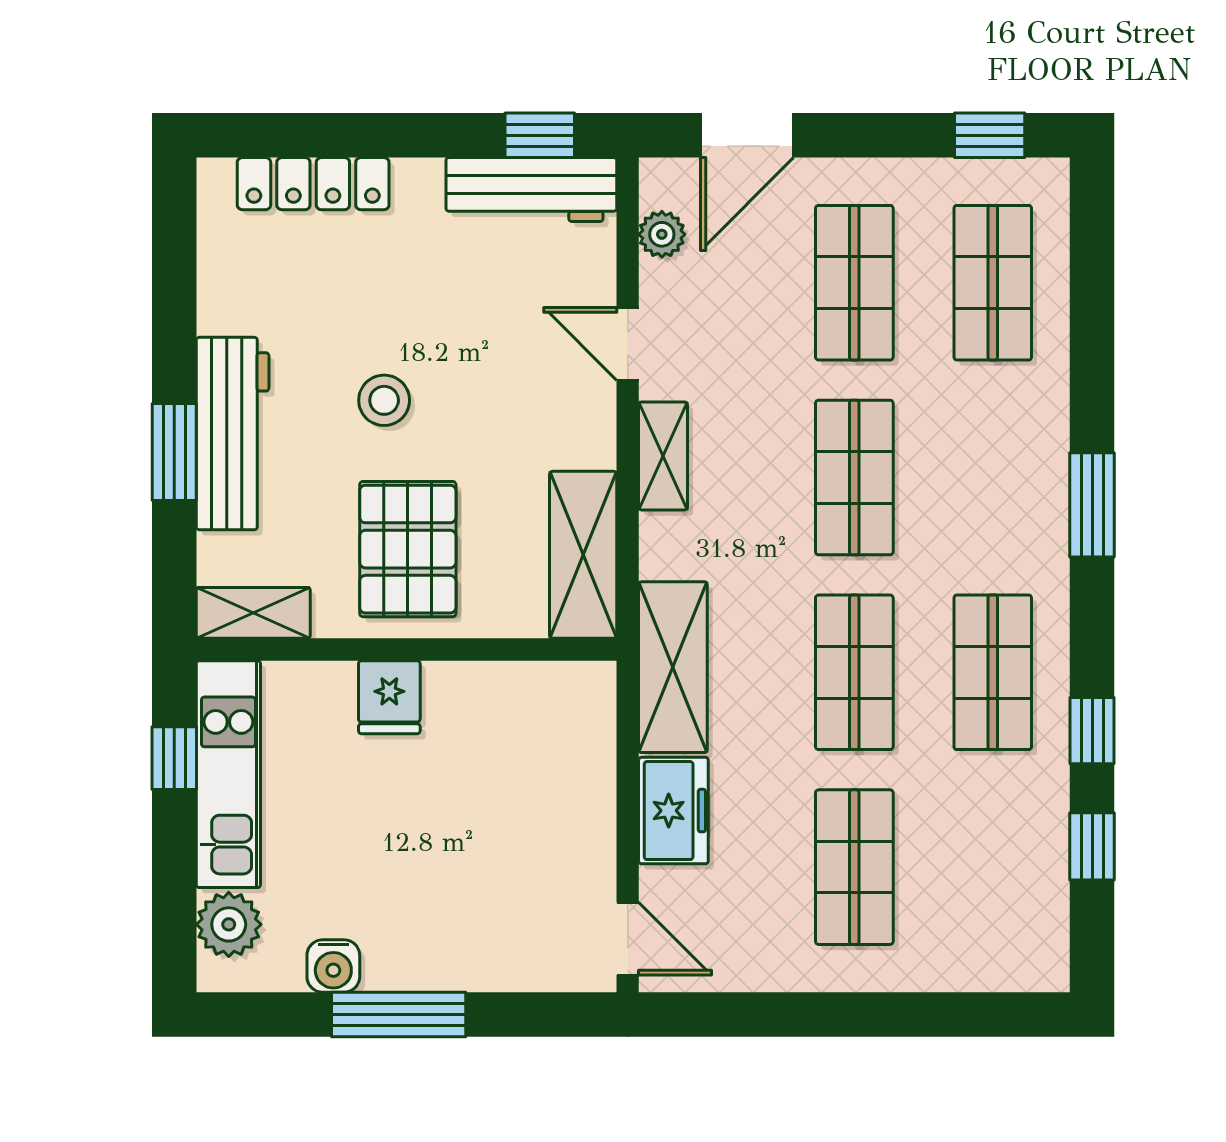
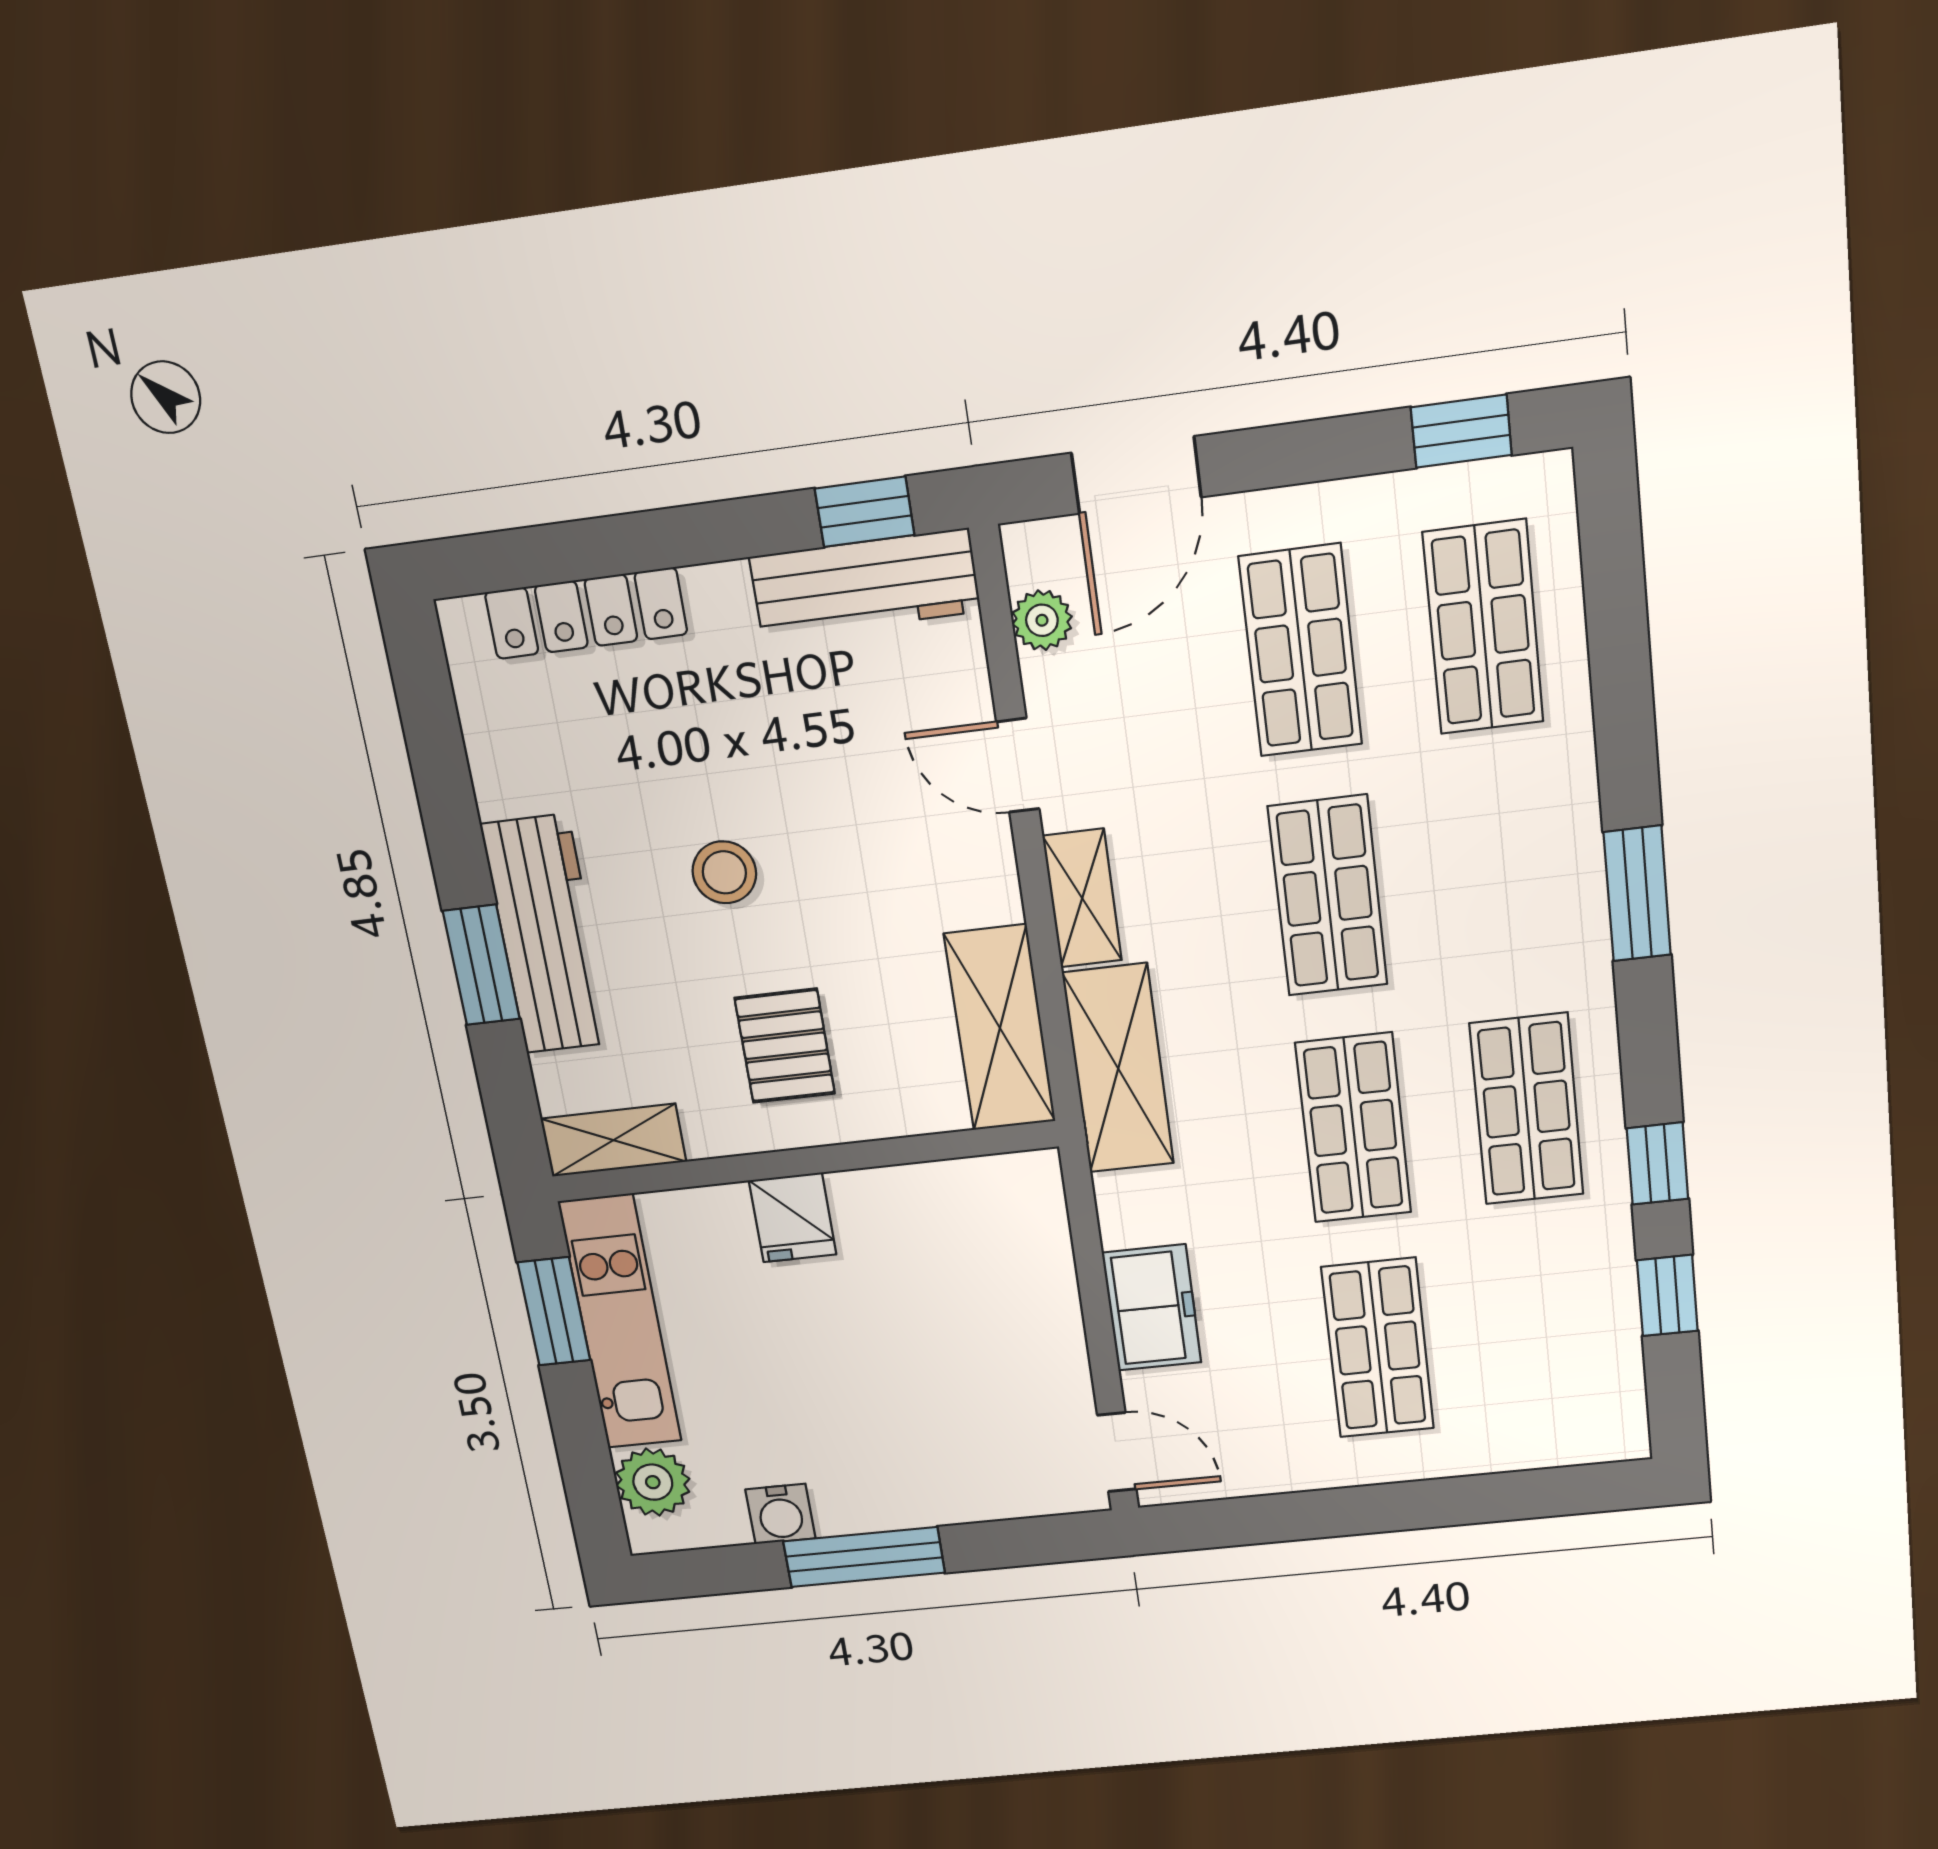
pallet: (408, 549) -> (785, 1046), width x0.67, depth x0.71
shelving: (673, 667) -> (1118, 1069), moved
window: (174, 758) -> (554, 1311), width x1.50

